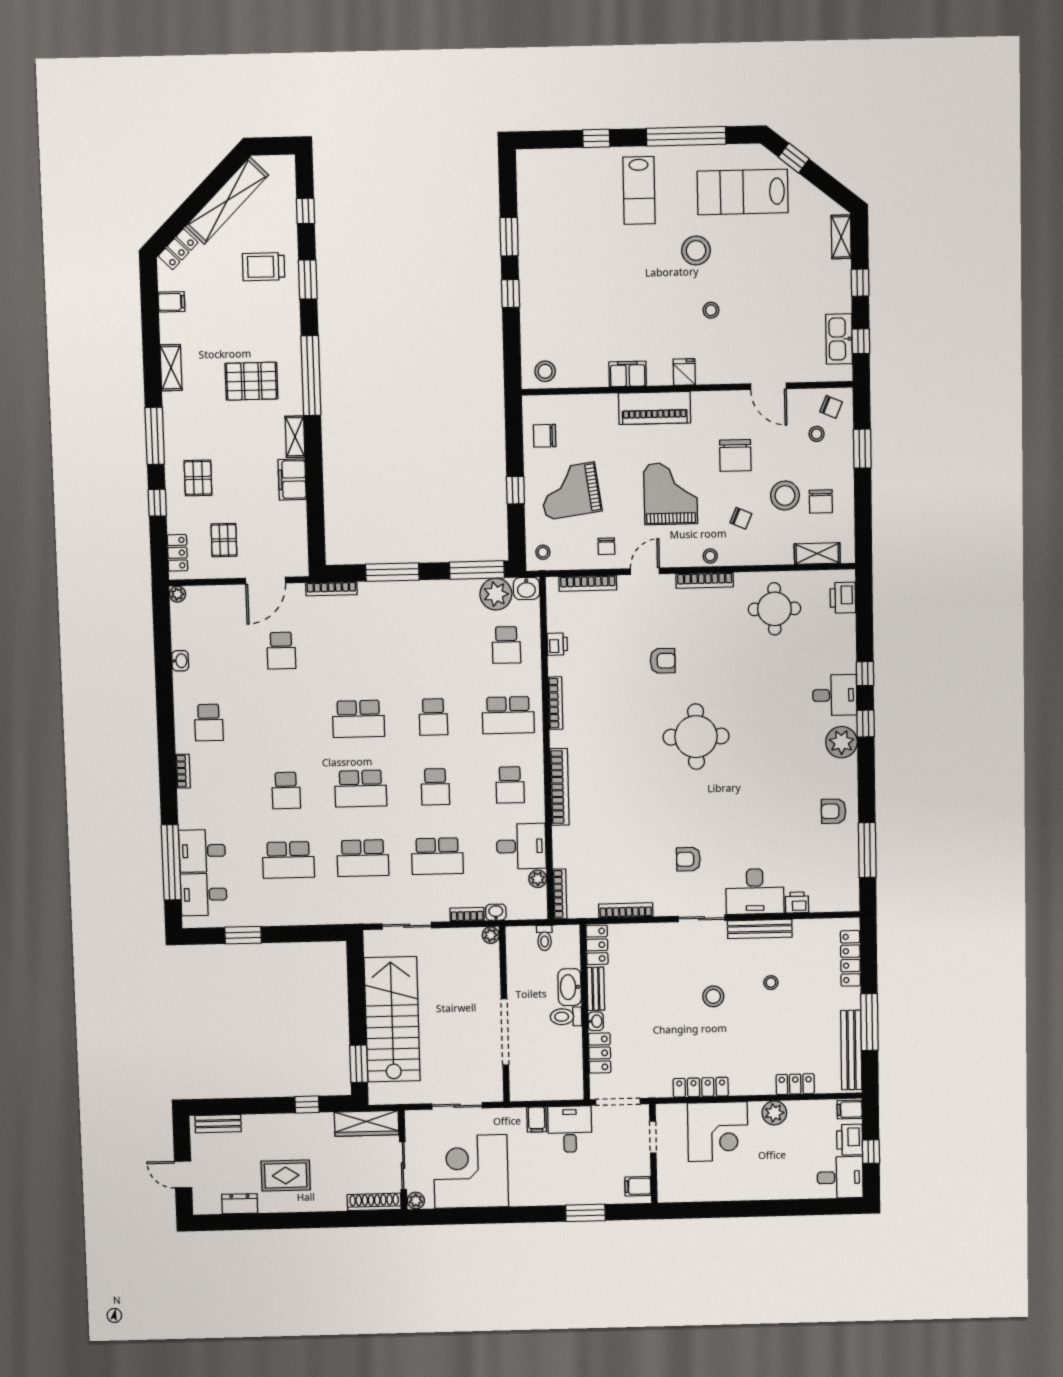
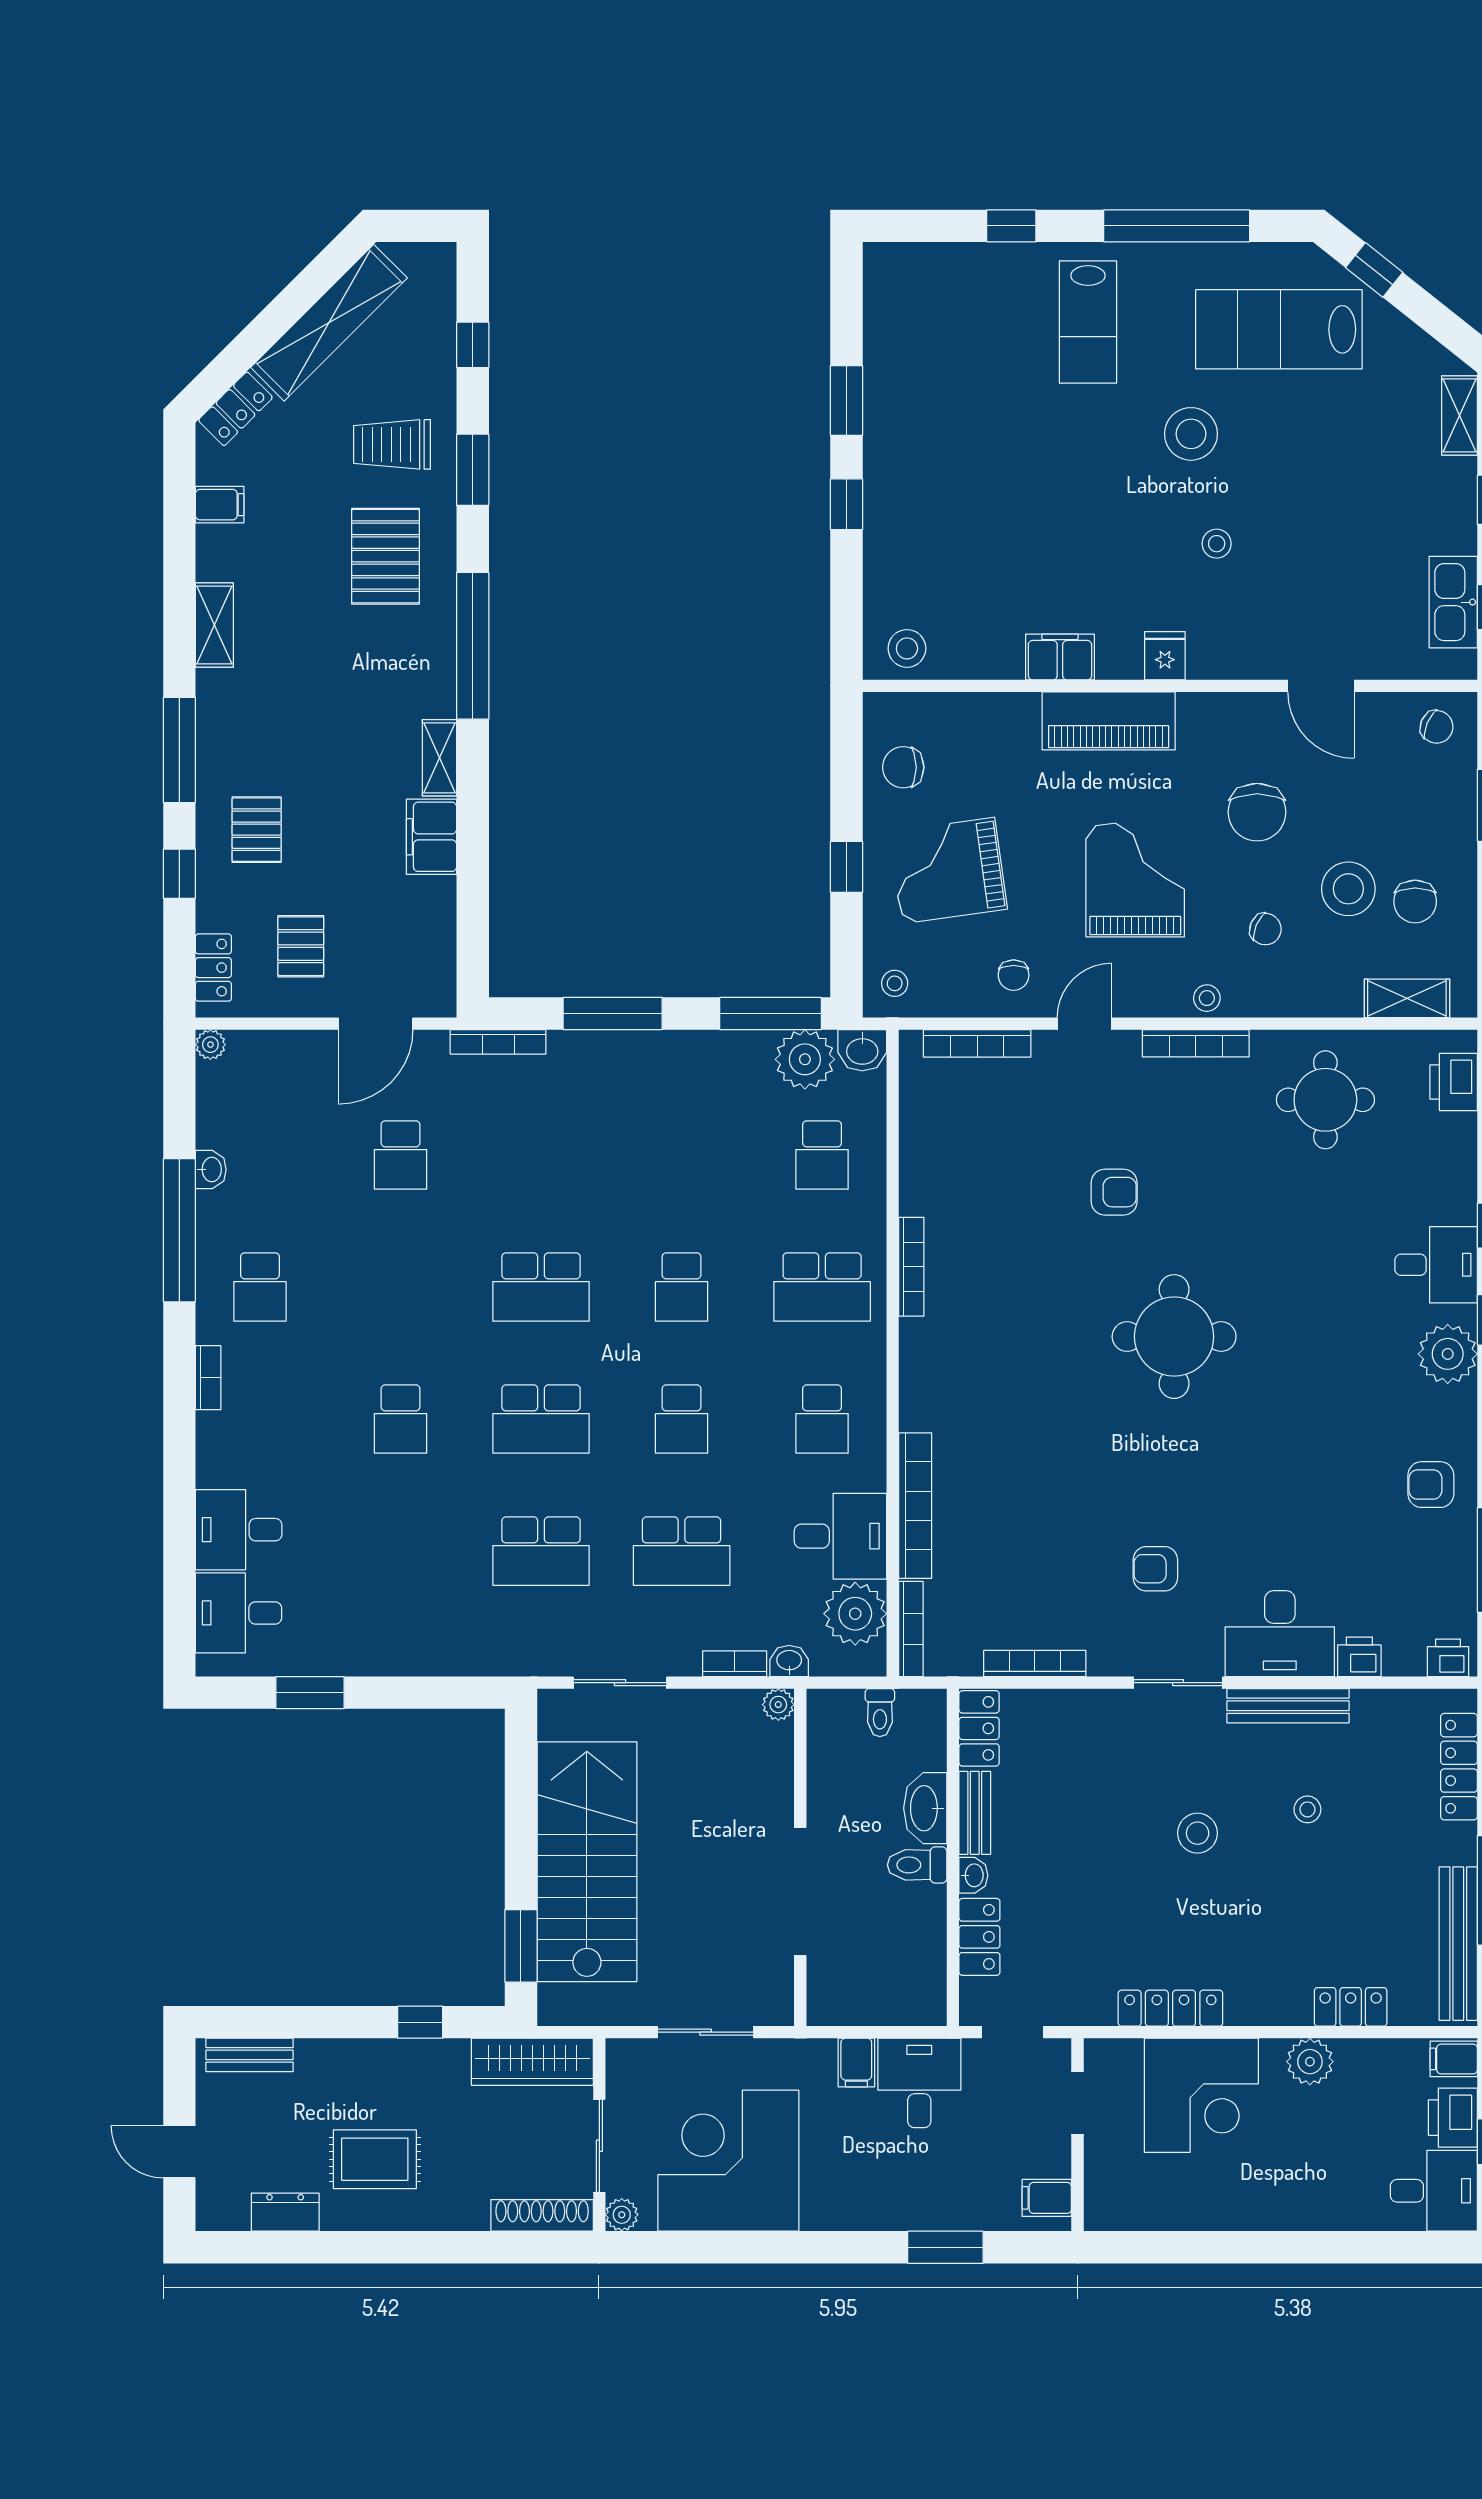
pallet: (251, 381) -> (386, 556), moved, turned 90
stool: (817, 434) -> (1409, 776), removed
printer: (557, 644) -> (1448, 1658), moved, turned -90
bookcase: (559, 787) -> (915, 1506), moved
school desk: (288, 860) -> (401, 1551), removed
window: (171, 862) -> (179, 1230), moved
plant: (538, 879) -> (855, 1614), width x1.88, depth x1.88
doorway: (618, 1102) -> (1012, 2032), width x0.73

